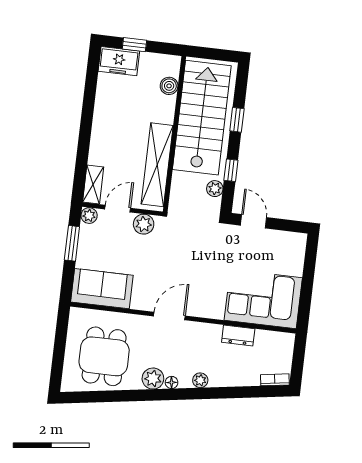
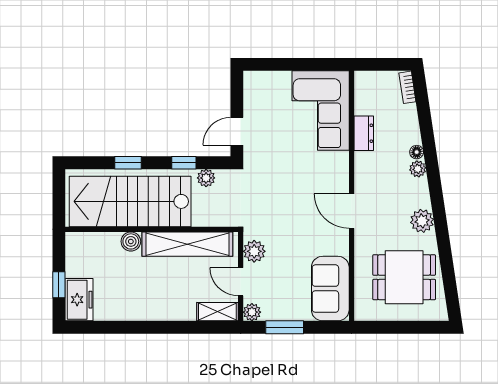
boiler: (169, 86) -> (131, 241), moved
floor lamp: (172, 382) -> (417, 152), moved

